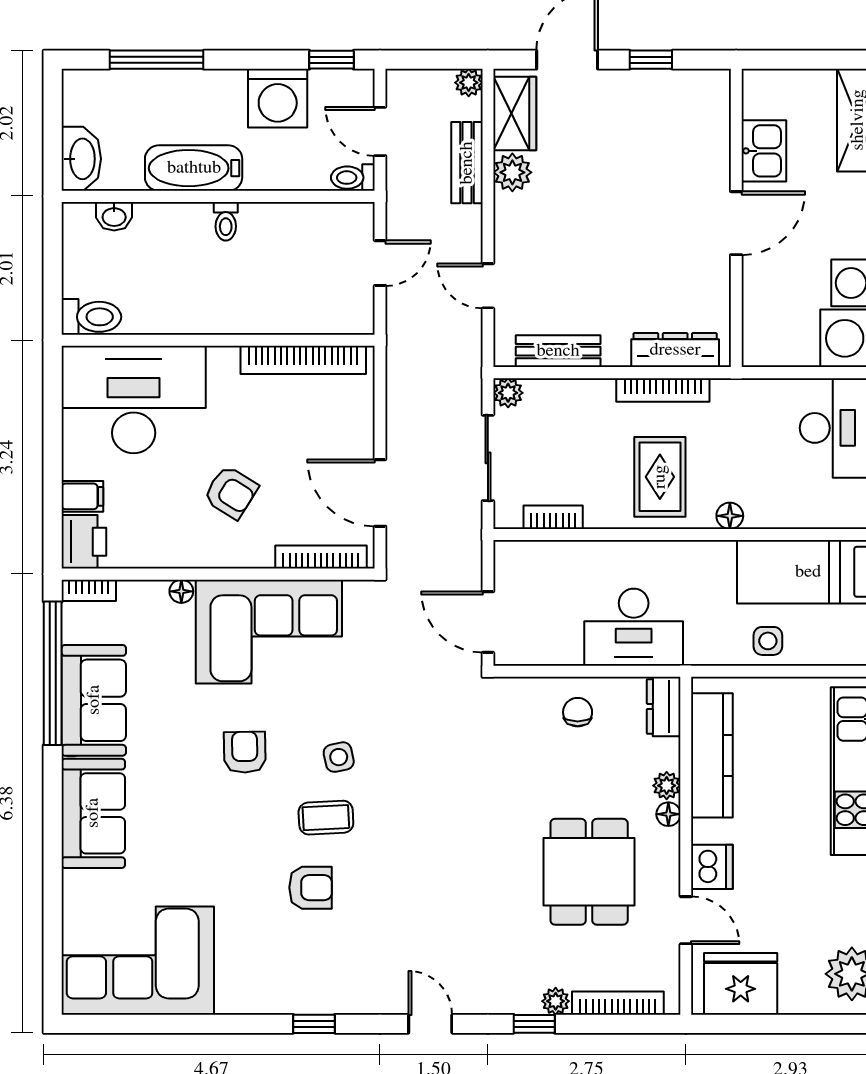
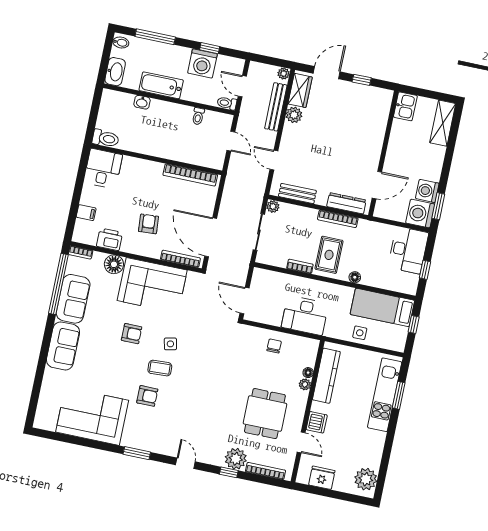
window: (332, 60) -> (210, 48), moved
bidet: (80, 89) -> (121, 42), added
kitchen sink: (764, 151) -> (405, 106), moved
bench: (467, 163) -> (276, 107), width x1.36
washbasin: (114, 216) -> (142, 102), moved
toilet: (226, 221) -> (198, 116), moved
door: (736, 223) -> (377, 185), moved
door: (380, 263) -> (231, 141), hinge flipped
desk: (134, 400) -> (103, 169), width x0.53, depth x0.77
armchair: (231, 492) -> (149, 224), turned -126
door: (380, 493) -> (211, 237), width x1.36
bookcase: (553, 517) -> (300, 266), moved
printer: (84, 542) -> (109, 239), moved, turned -90
floor lamp: (181, 591) -> (114, 264), width x1.89, depth x1.89
dresser: (664, 706) -> (311, 351), removed
armchair: (245, 752) -> (132, 334), turned 91
floor lamp: (668, 814) -> (308, 373), moved
corner sofa: (138, 961) -> (92, 416), moved
fridge: (741, 984) -> (322, 478), width x0.73, depth x0.75
plant: (556, 1001) -> (236, 459), width x1.88, depth x1.88
window: (314, 1024) -> (137, 453), width x1.50

